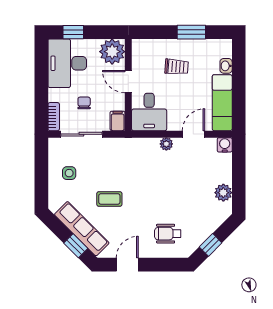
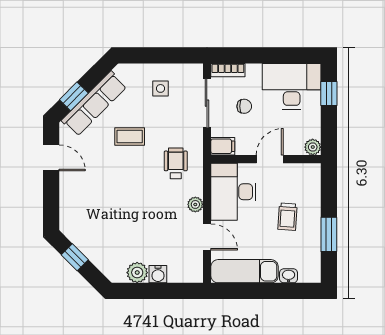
plant: (112, 52) -> (313, 147), width x0.53, depth x0.53
desk: (149, 112) -> (233, 192), width x1.37
water cooler: (225, 145) -> (158, 274), moved, turned 90
coffee table: (109, 199) -> (130, 137), turned 90
wheelchair: (168, 234) -> (176, 163), moved

